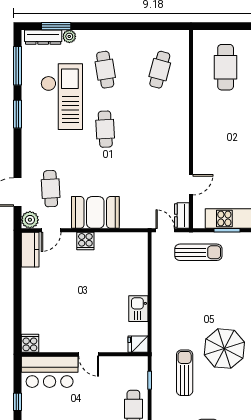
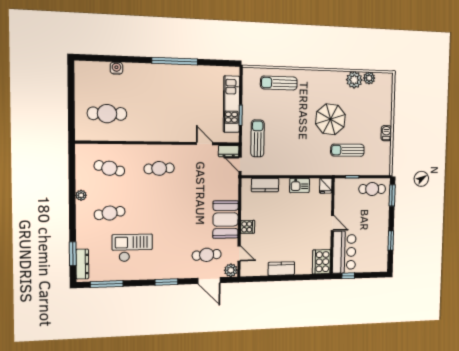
plant: (69, 36) -> (81, 195), moved
checkout: (62, 97) -> (132, 248), width x0.73, depth x0.83
window: (17, 114) -> (166, 282), moved
cafe table: (105, 129) -> (159, 168), moved
door: (165, 230) -> (240, 164), hinge flipped
kitchen counter: (30, 250) -> (281, 269), moved
kitchen counter: (139, 263) -> (265, 185), added
cooker: (30, 343) -> (321, 262), width x1.87, depth x1.31
door: (89, 354) -> (332, 223), hinge flipped
window: (17, 402) -> (348, 276), moved

